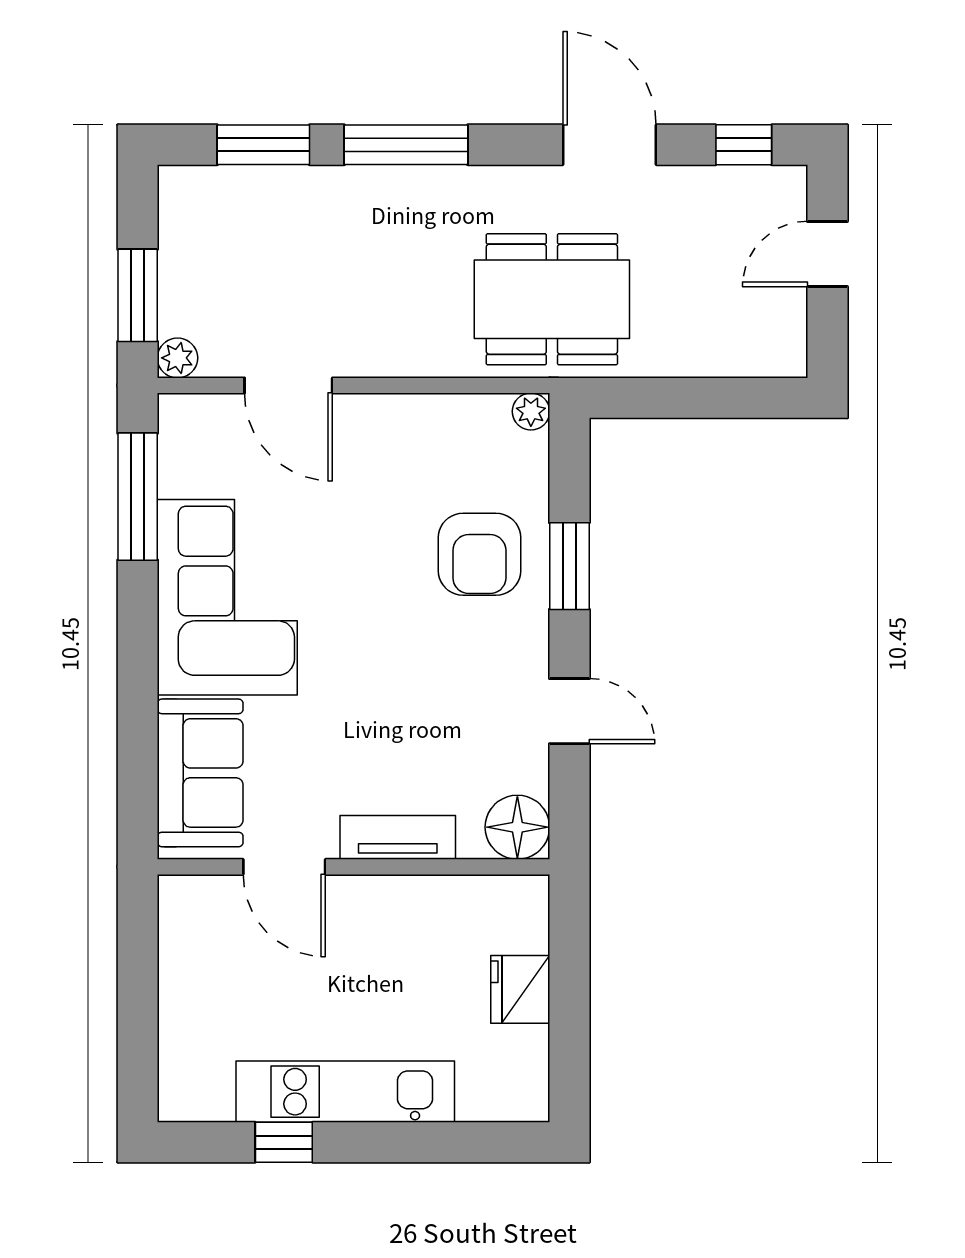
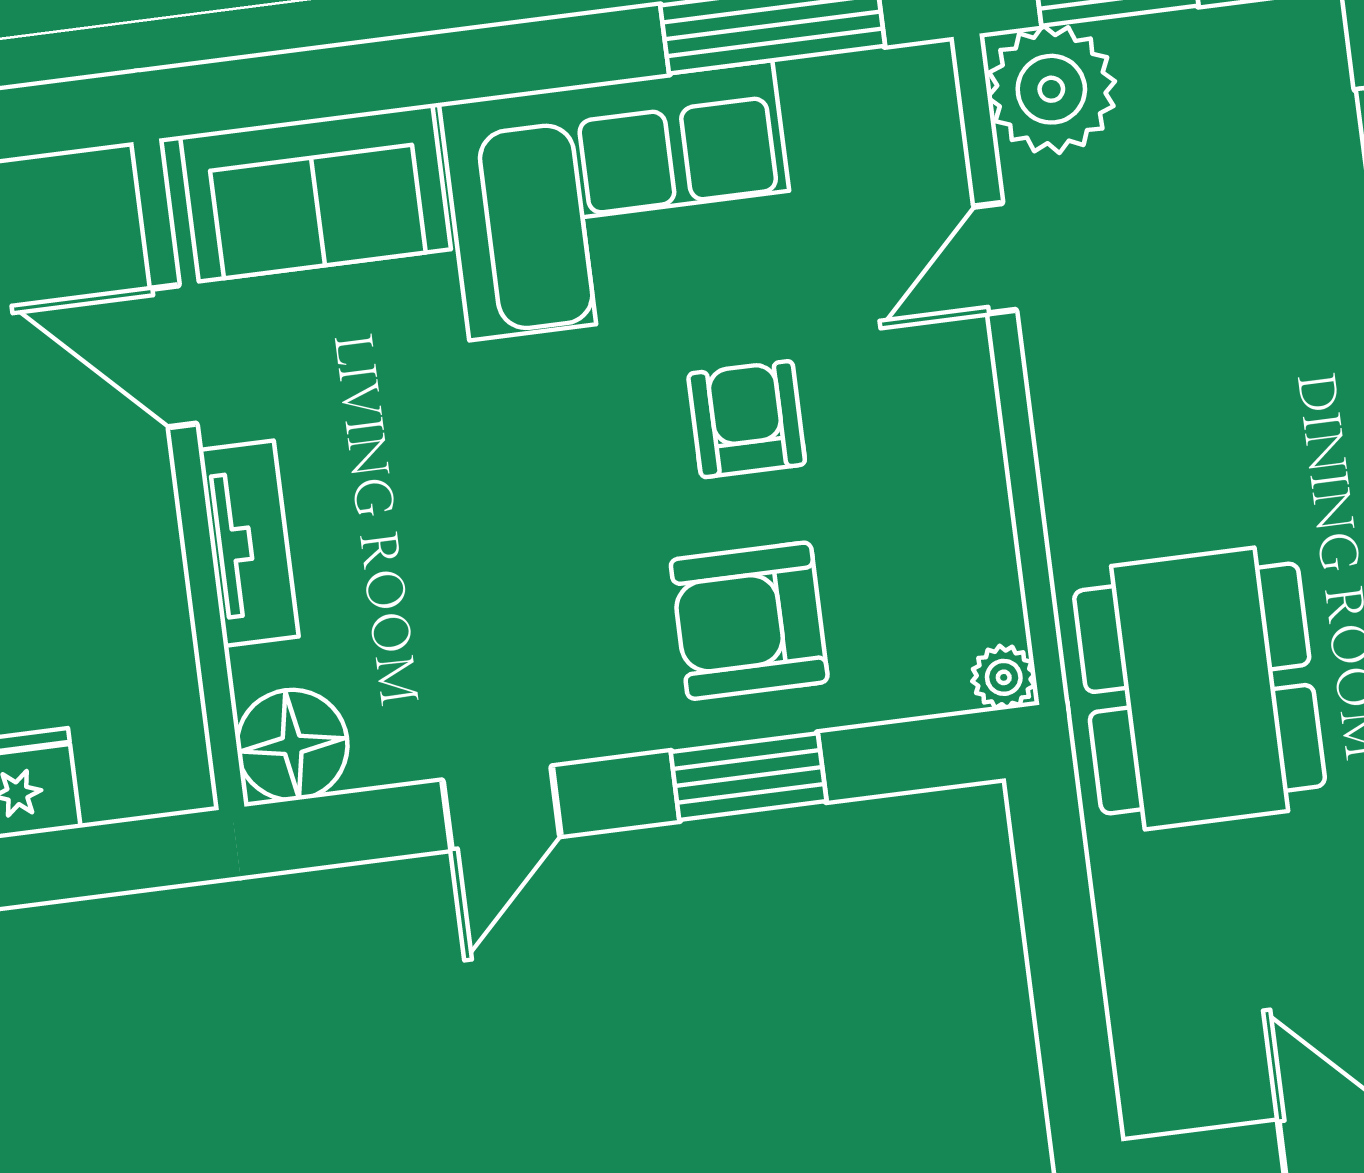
plant: (177, 358) -> (1051, 89), width x1.88, depth x1.88
door: (288, 385) -> (995, 258), width x0.73
armchair: (363, 541) -> (747, 419), added
door: (284, 867) -> (174, 356), hinge flipped

